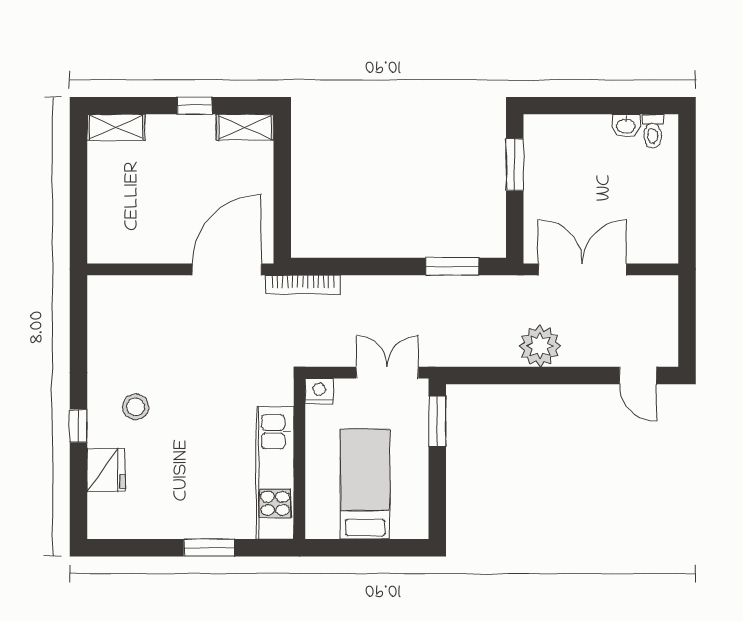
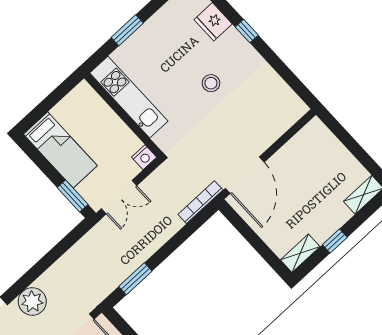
plant: (540, 346) -> (32, 301), moved
stool: (136, 407) -> (211, 83), moved
bed: (365, 484) -> (60, 150), moved

